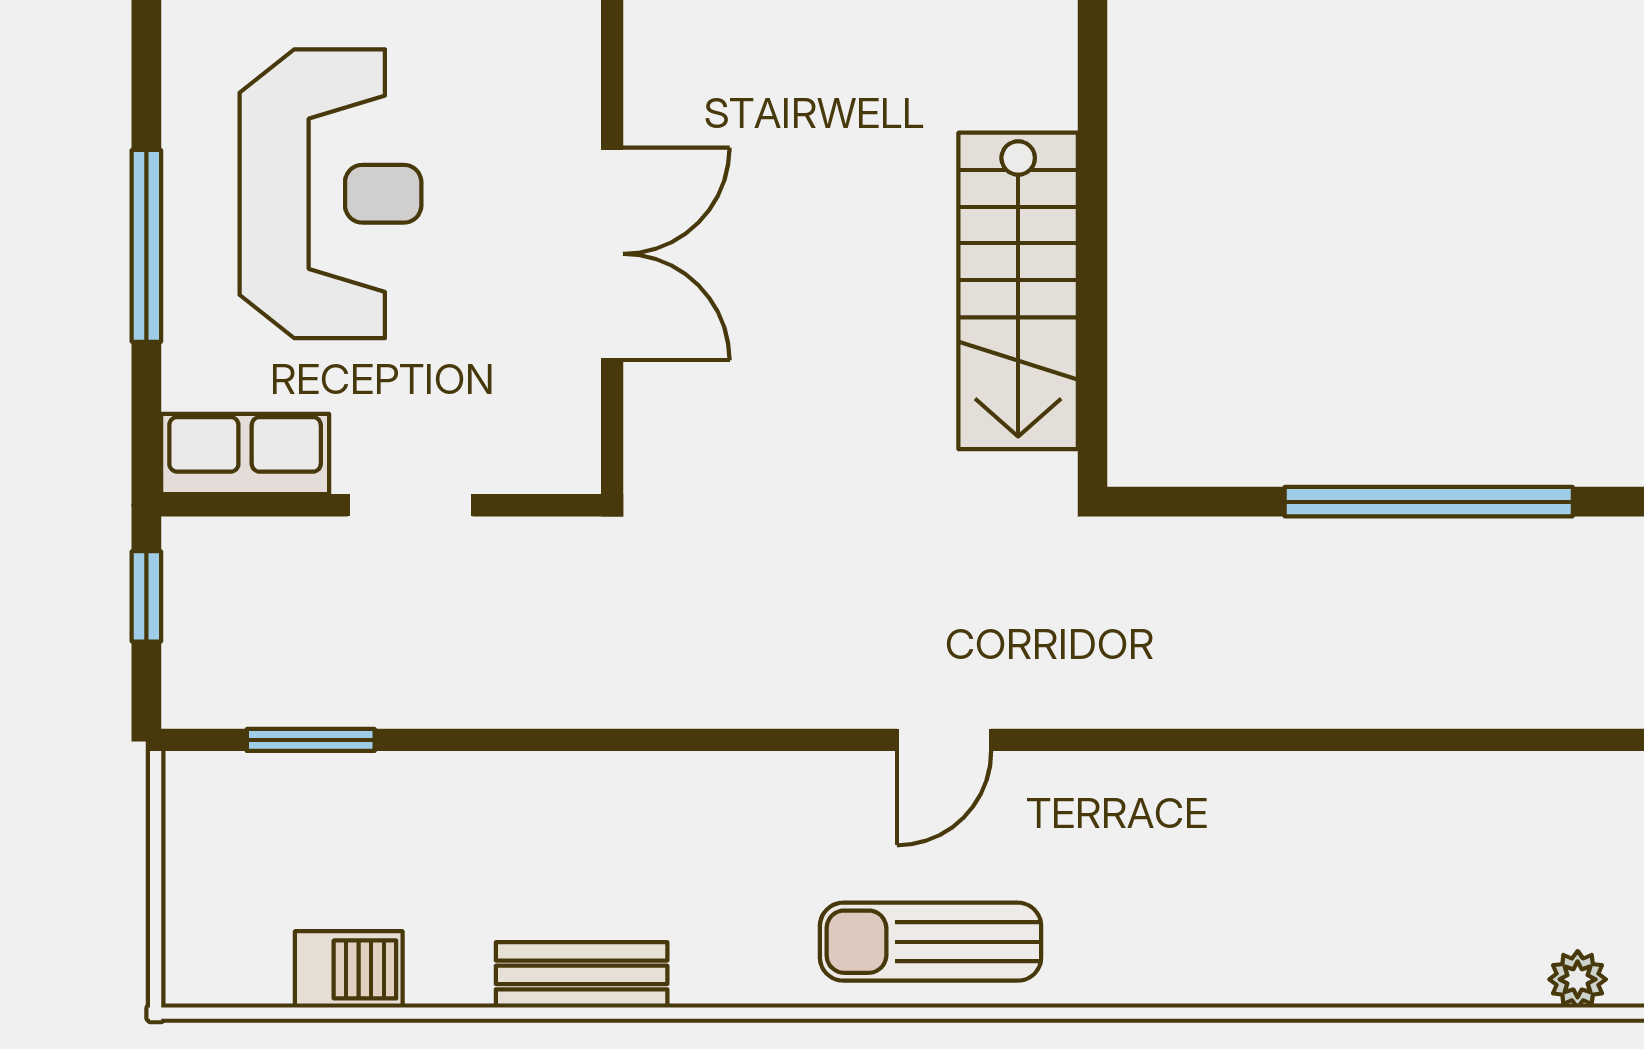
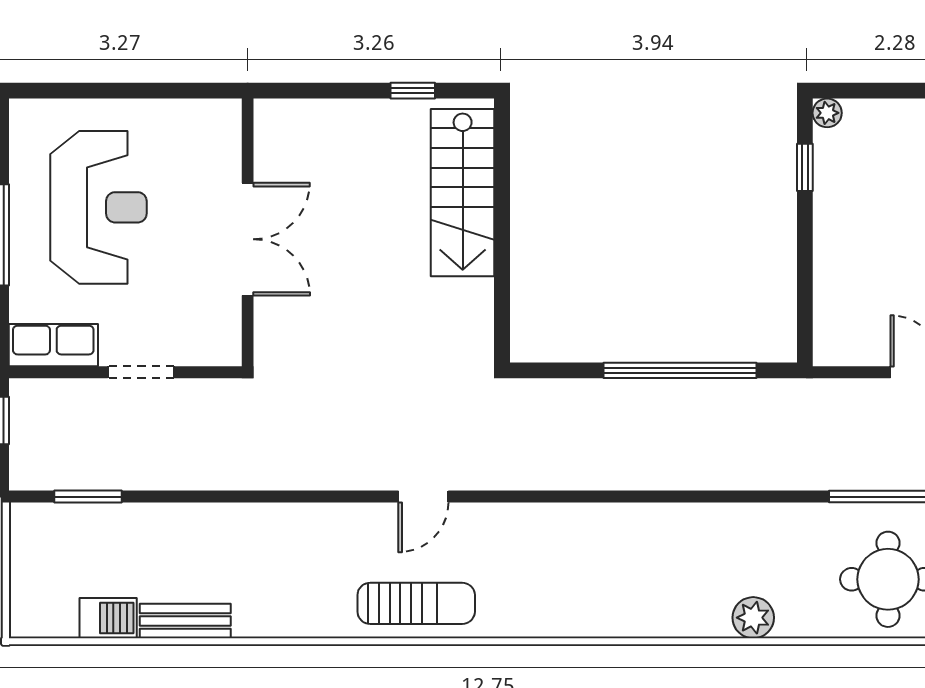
stairs: (1018, 291) -> (463, 193), moved
sun lounger: (931, 942) -> (416, 603), turned 180
bench: (582, 975) -> (185, 621), moved
plant: (1578, 979) -> (753, 618), width x1.38, depth x1.38

